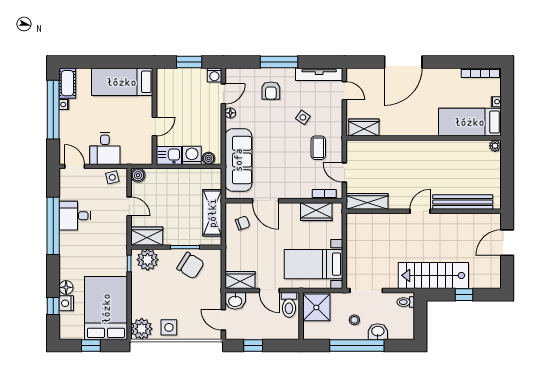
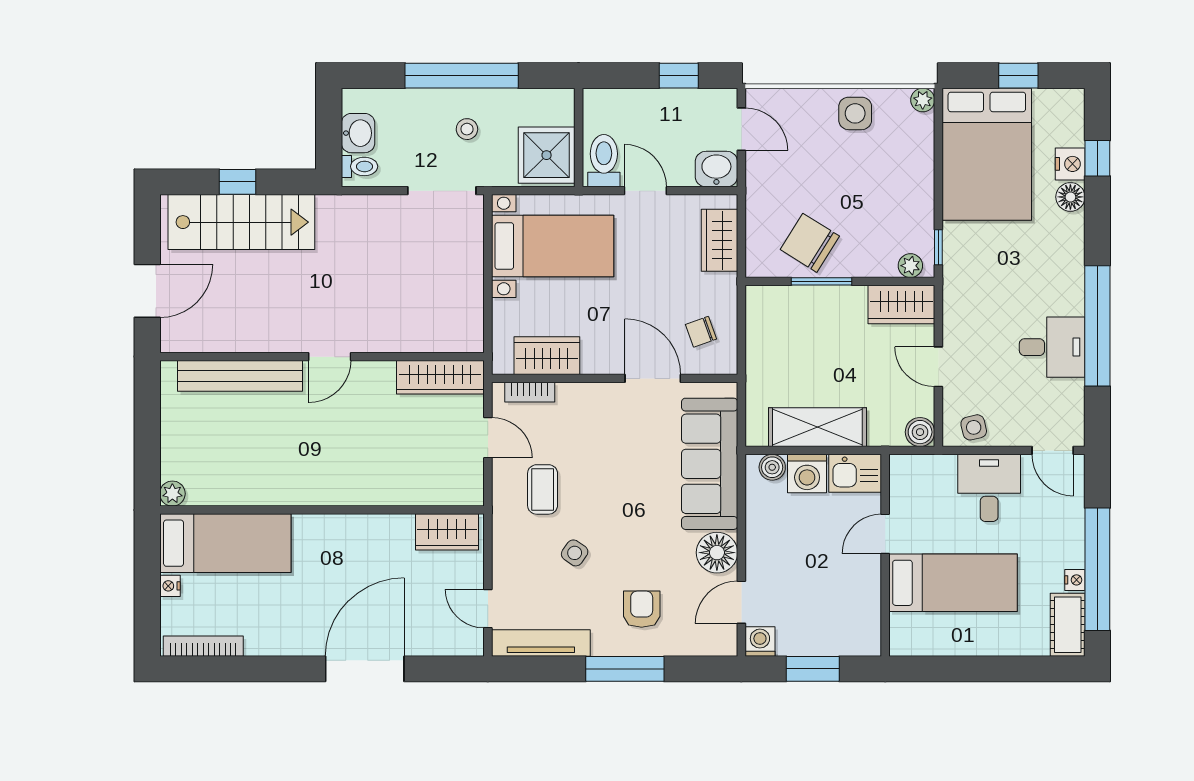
bed: (122, 82) -> (953, 583), moved
floor lamp: (230, 113) -> (717, 553), width x1.89, depth x1.89
shelving: (212, 213) -> (817, 427), moved, turned 90
plant: (148, 260) -> (910, 266), width x0.53, depth x0.53
stairs: (433, 275) -> (241, 222), moved
wardrobe: (240, 280) -> (719, 240), moved, turned 90
plant: (142, 329) -> (923, 100), width x0.53, depth x0.53
washbasin: (378, 332) -> (358, 133), moved, turned -90

